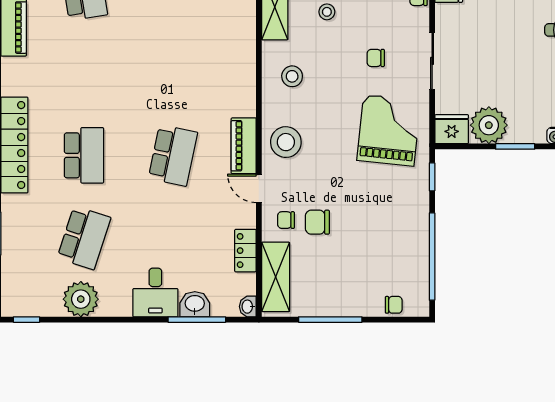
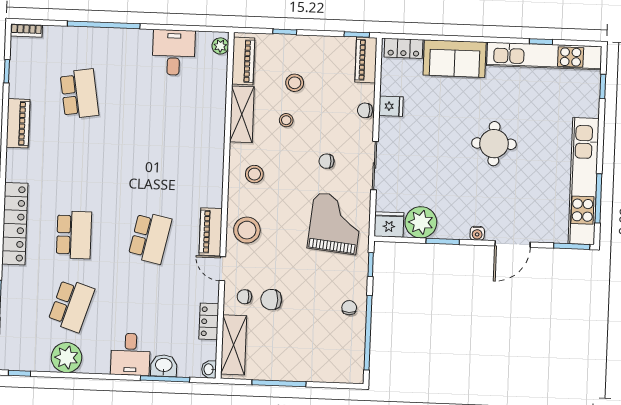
chair: (394, 305) -> (349, 308), moved, turned -90

